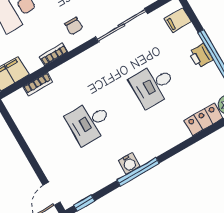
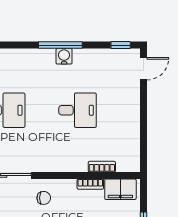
chair: (74, 26) -> (44, 198), turned 90
bookcase: (54, 54) -> (90, 184), moved

